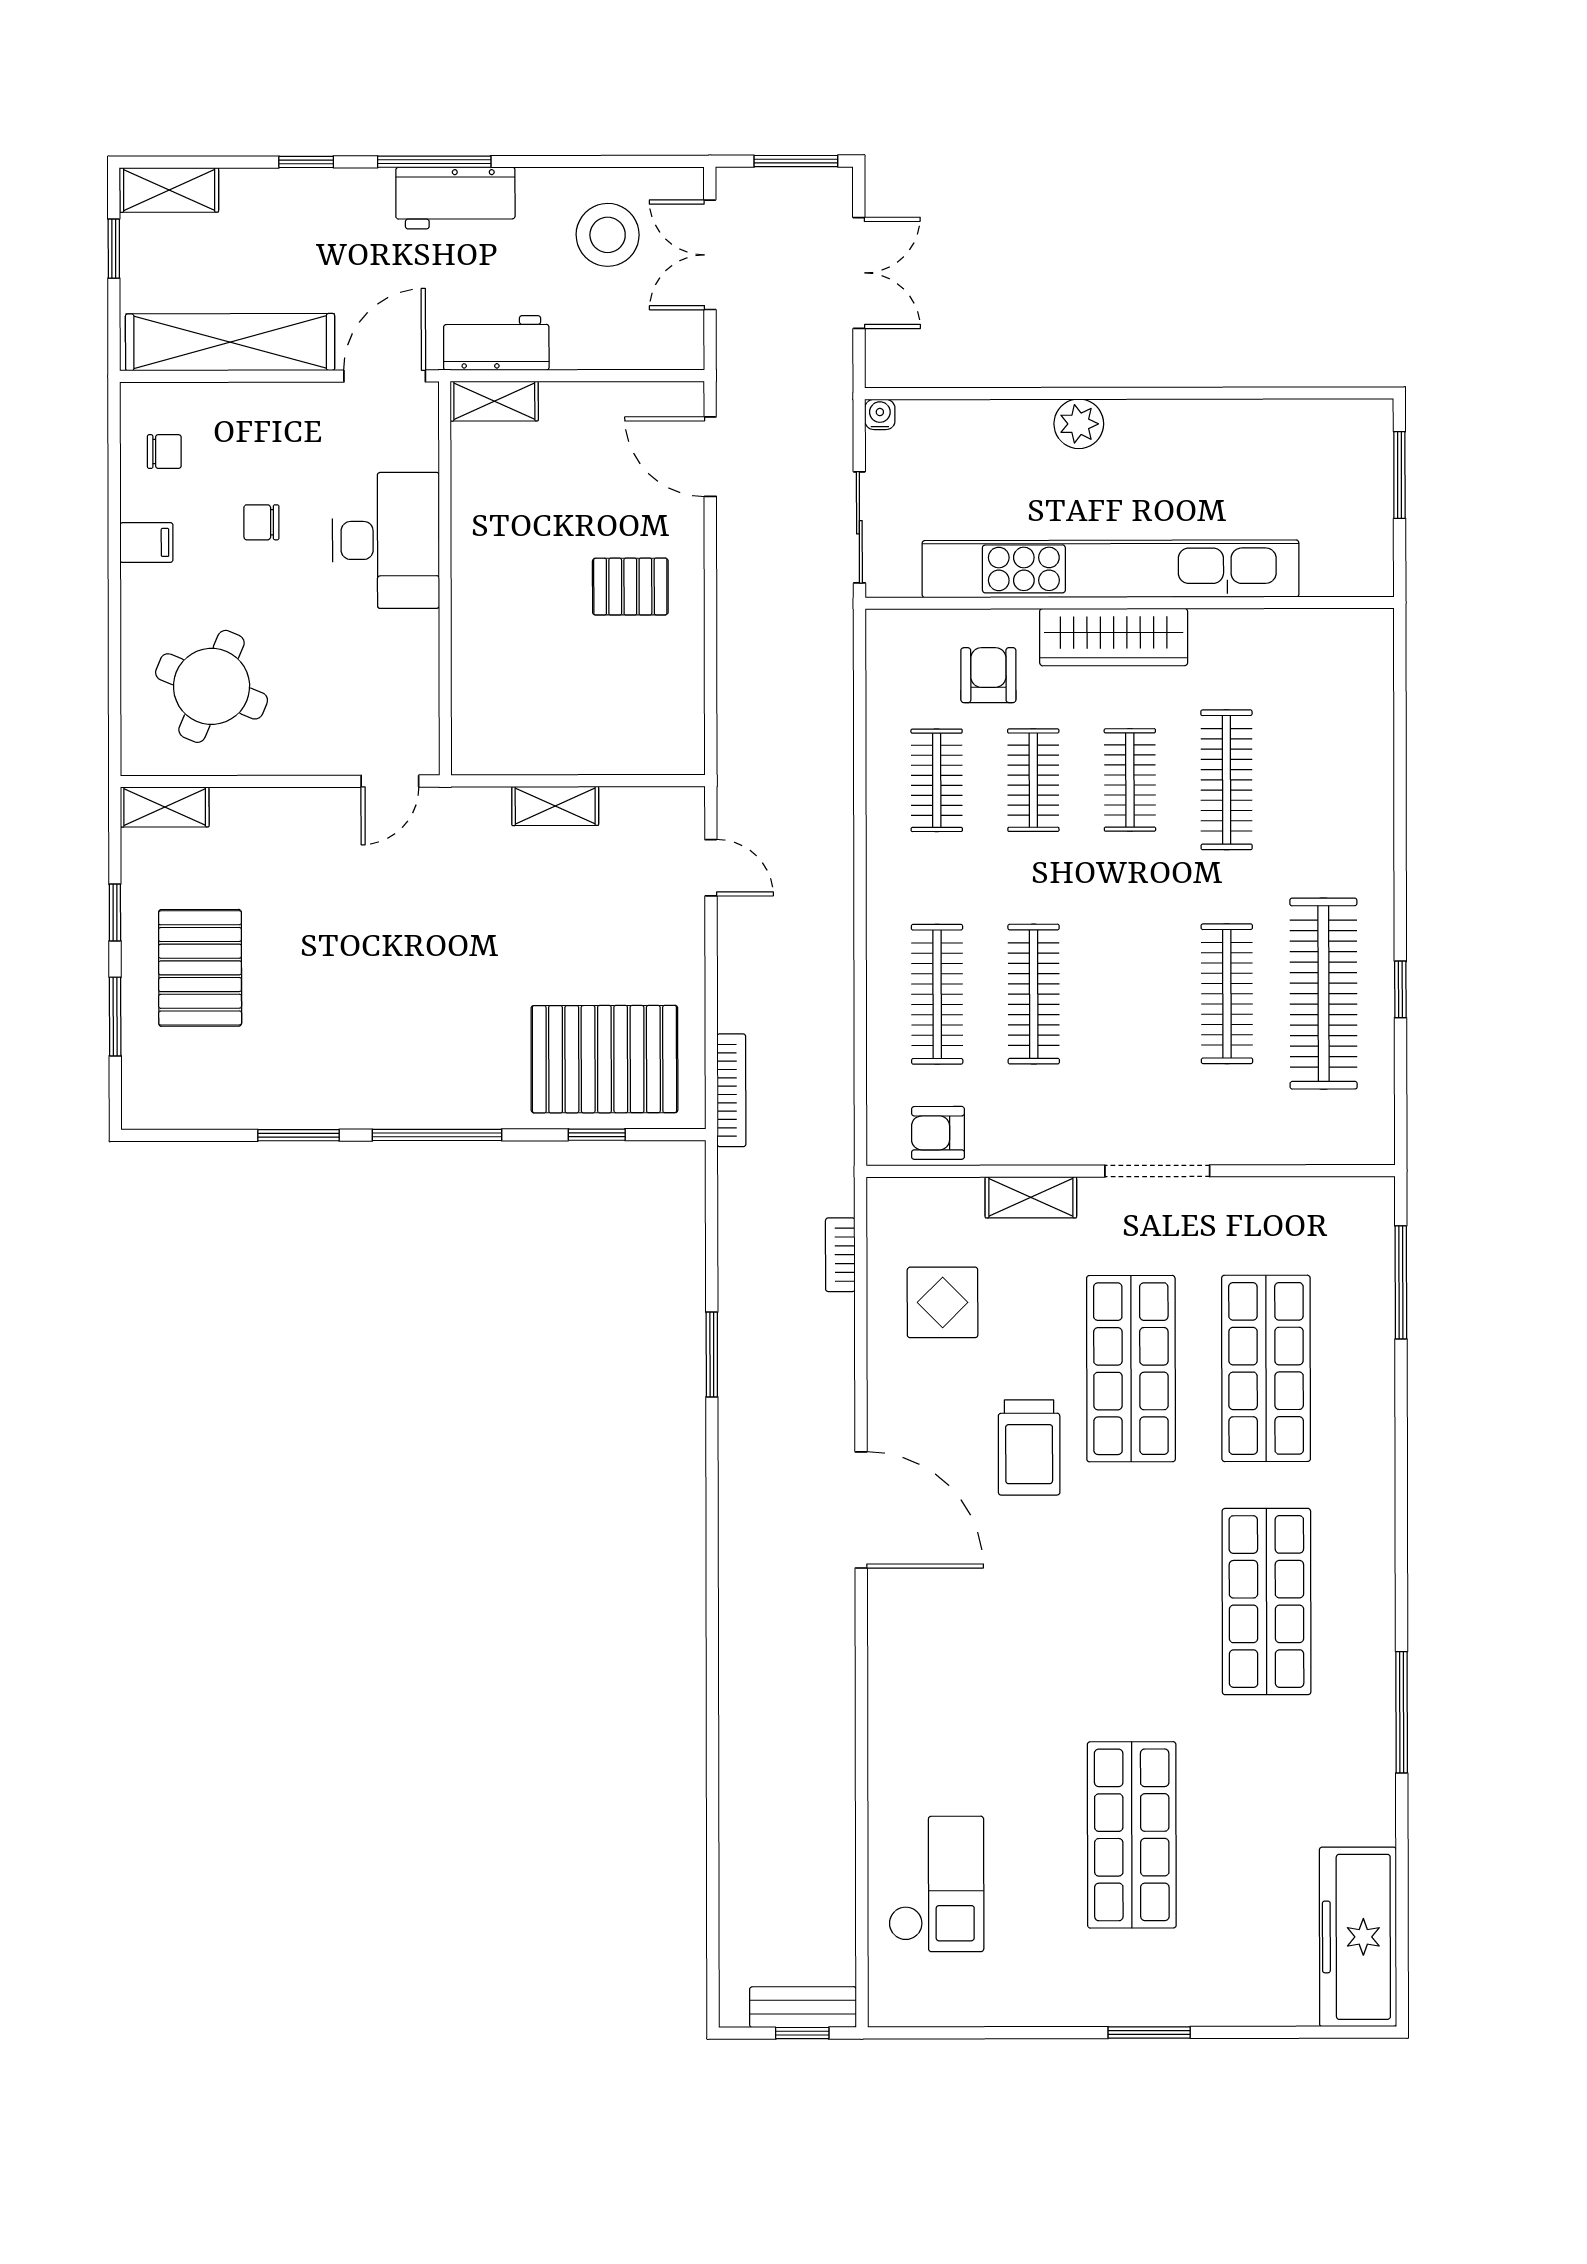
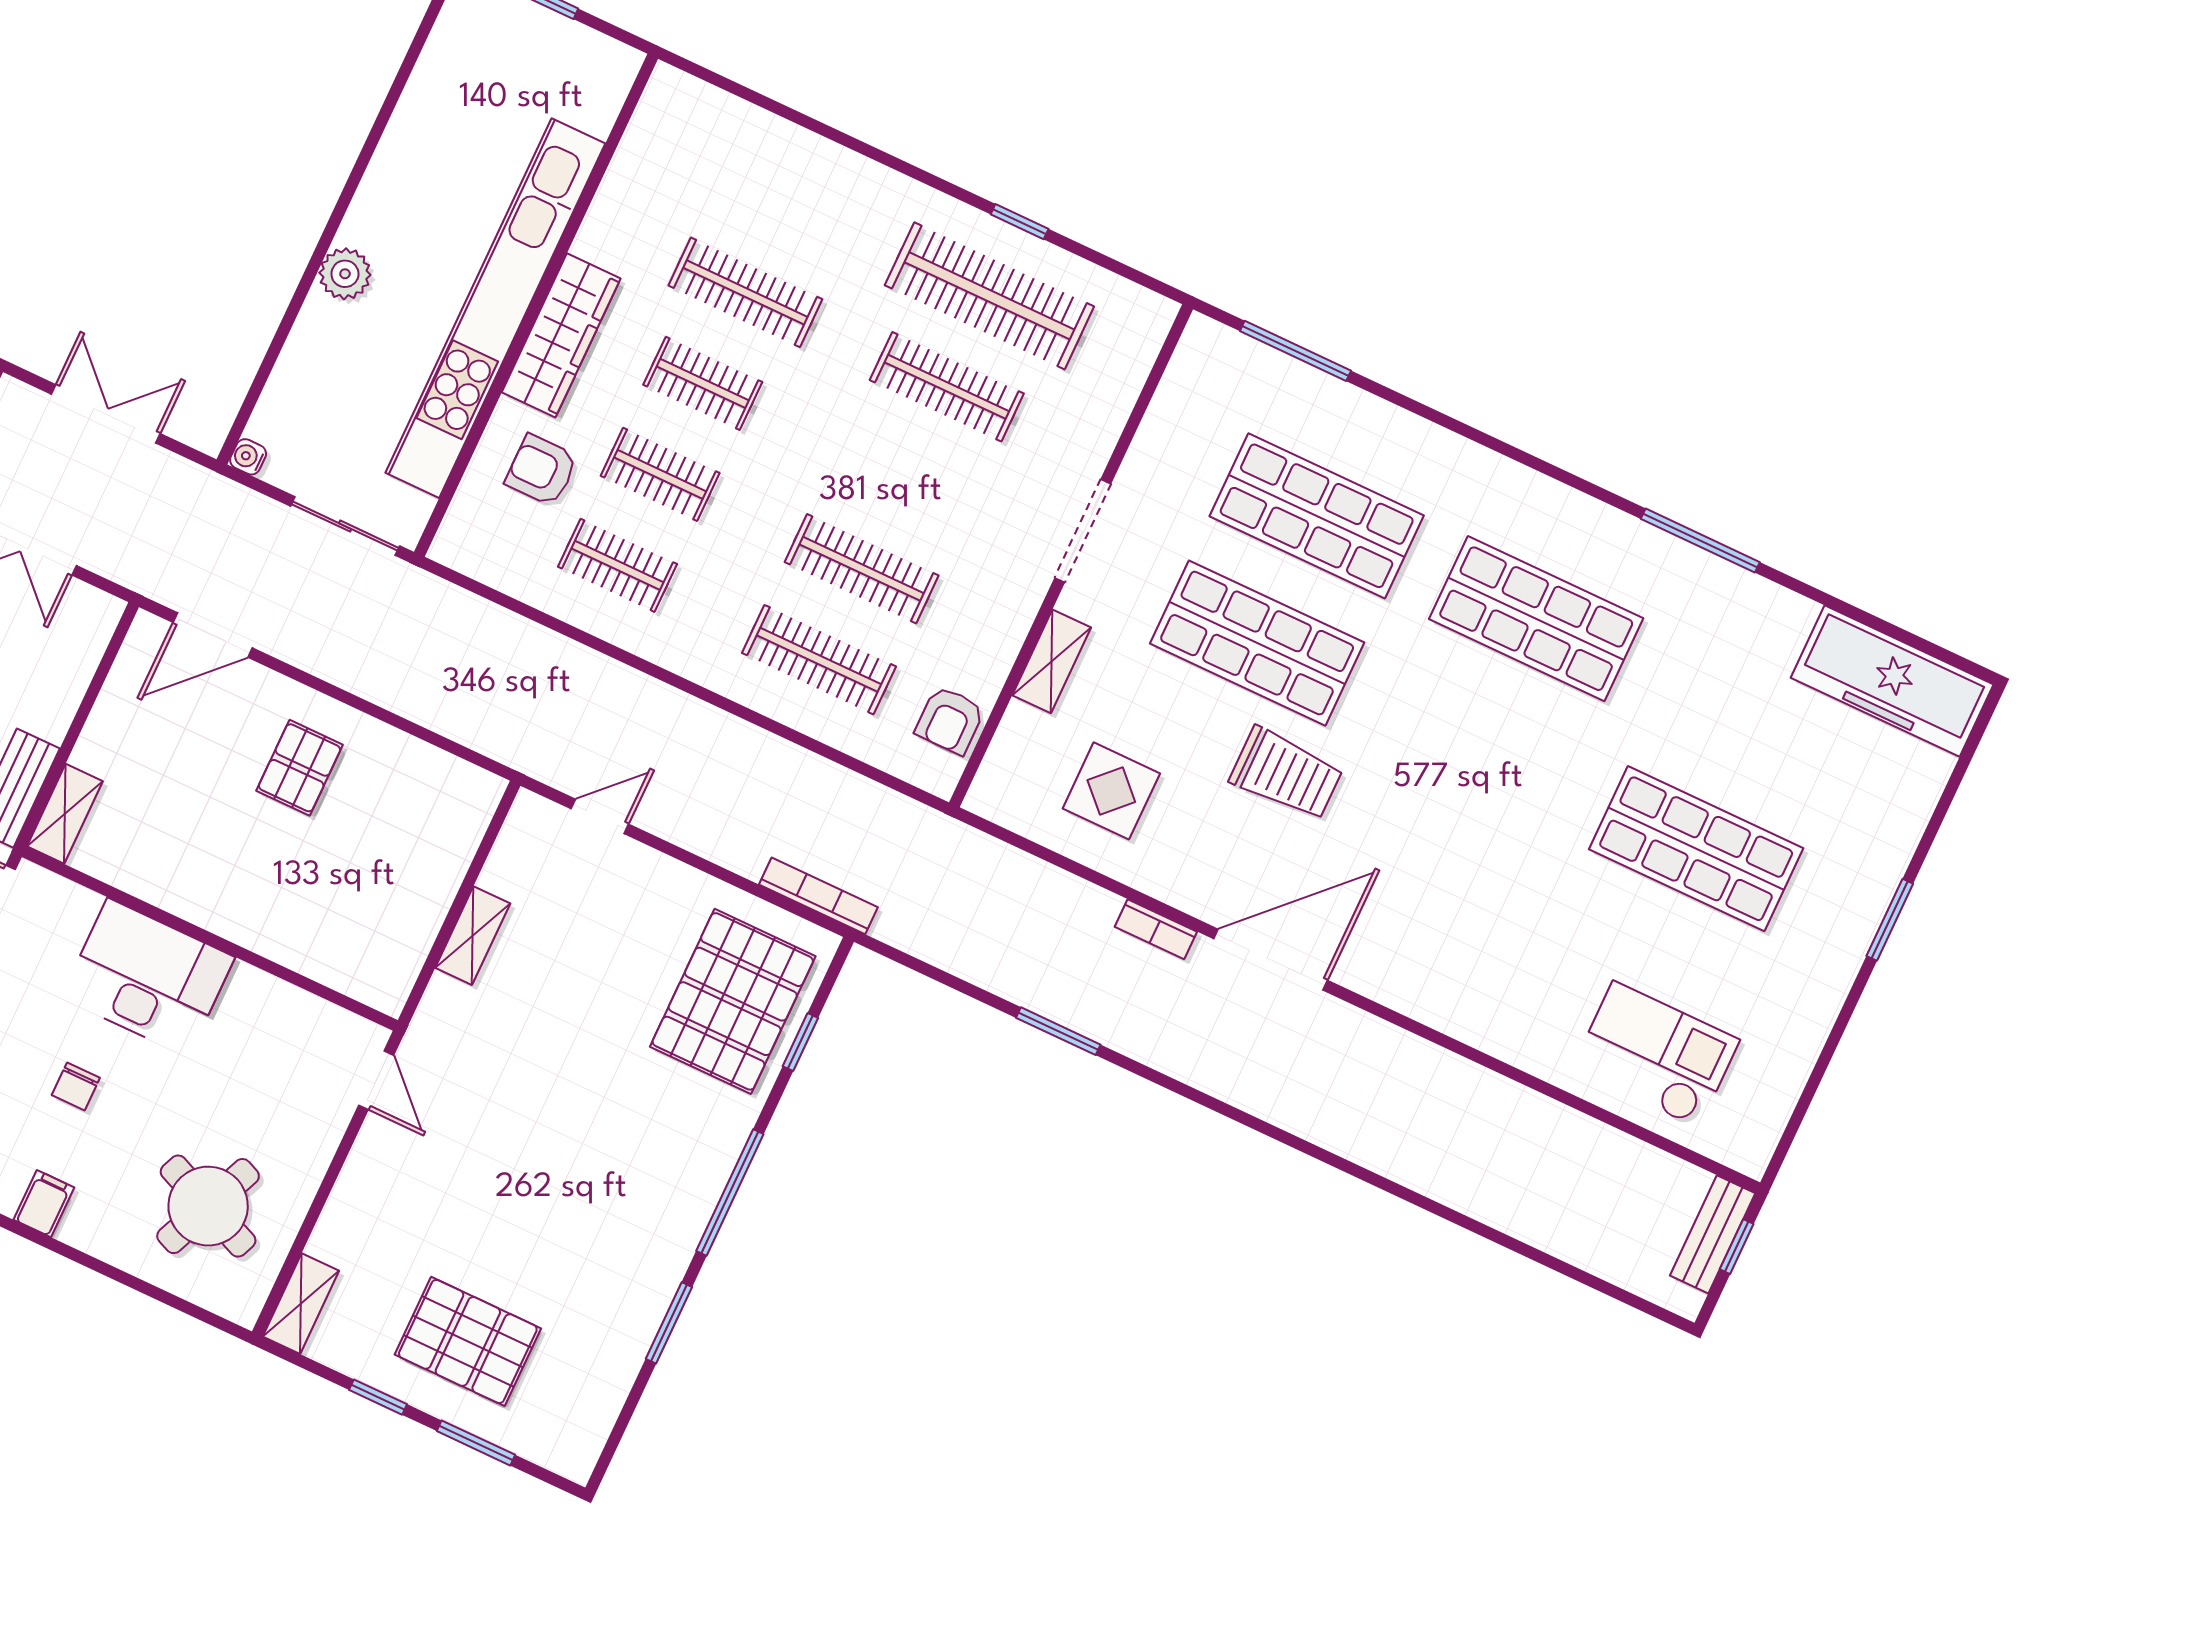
bookcase: (840, 1255) -> (1156, 929), moved

